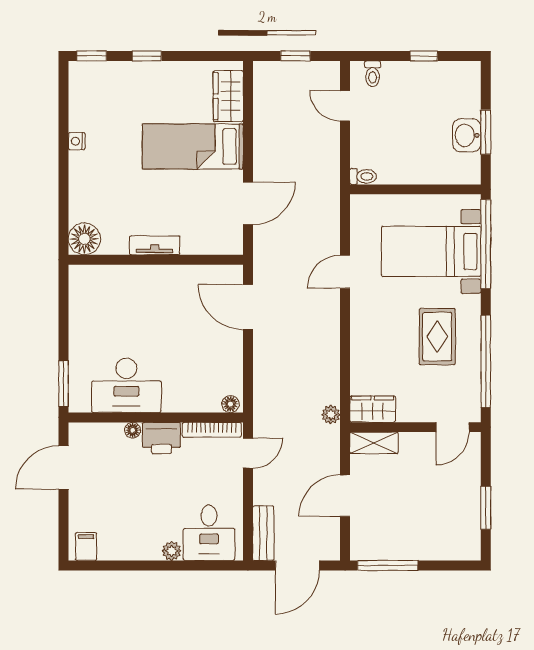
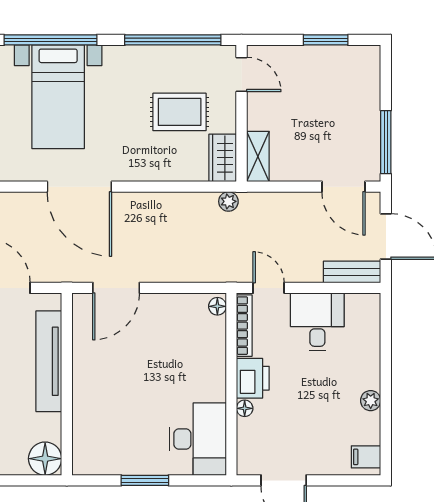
tv unit: (155, 245) -> (49, 361), width x1.92, depth x1.29
door: (345, 272) -> (79, 187), width x1.87
rug: (437, 337) -> (180, 112), moved
window: (64, 384) -> (145, 480), moved
desk: (126, 385) -> (198, 439), moved
door: (345, 496) -> (343, 187), moved
desk: (209, 533) -> (317, 322), moved, turned -90
plant: (172, 551) -> (371, 401), moved

